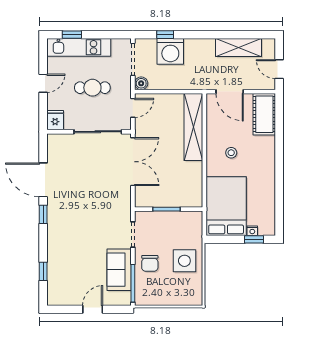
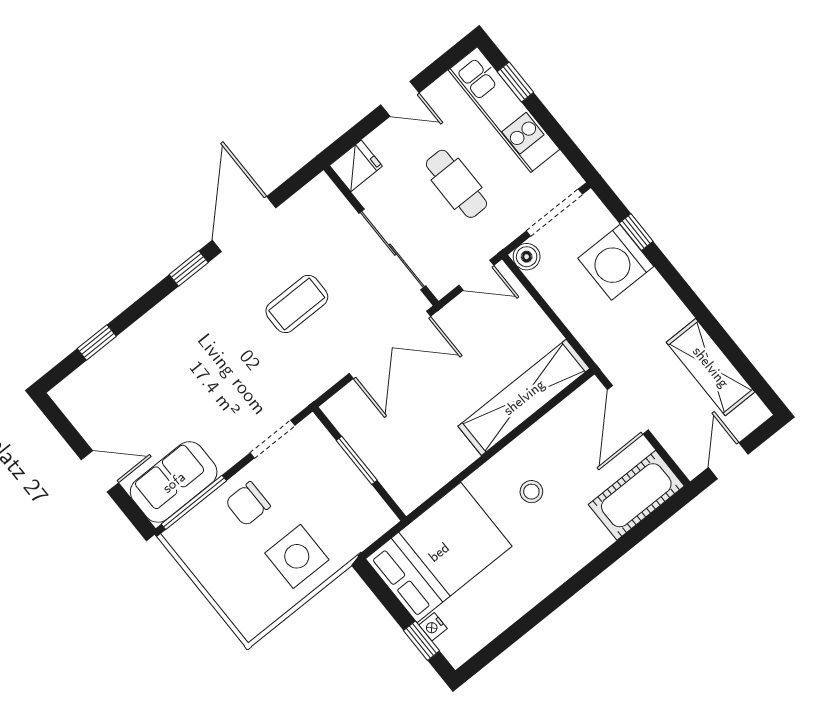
coffee table: (89, 184) -> (297, 304), added
sofa: (119, 270) -> (174, 482), moved

